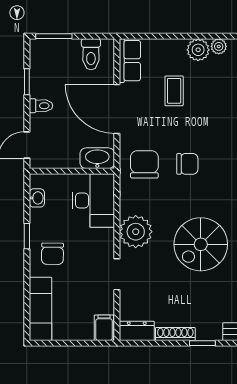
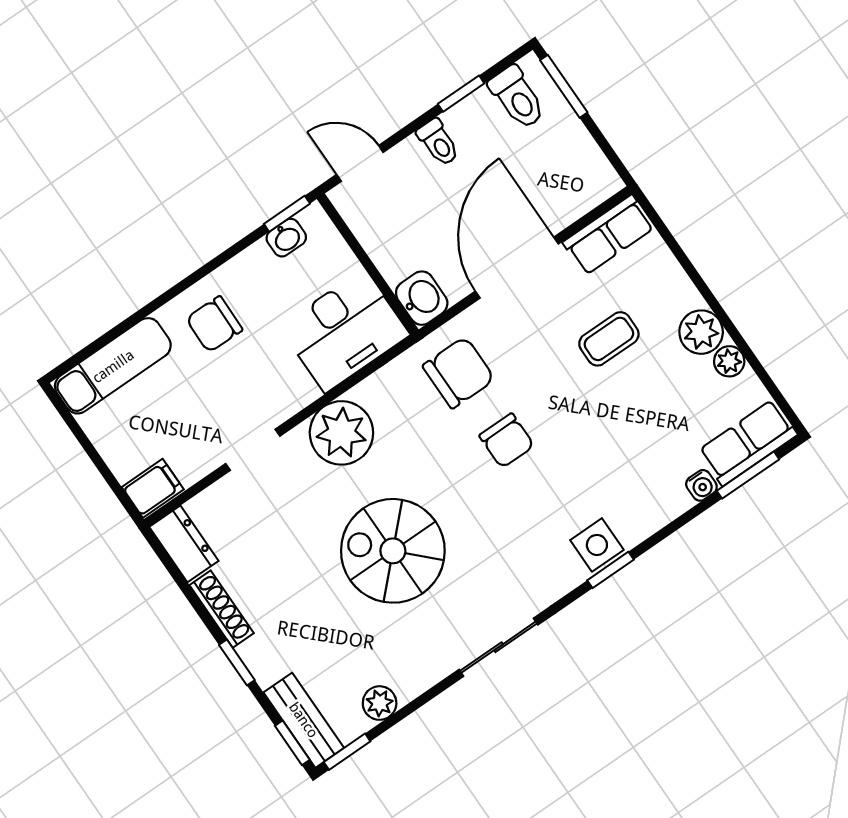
toilet: (91, 54) -> (517, 97), moved, turned -90
washbasin: (97, 158) -> (422, 298), width x0.72
window: (27, 236) -> (287, 214), moved

